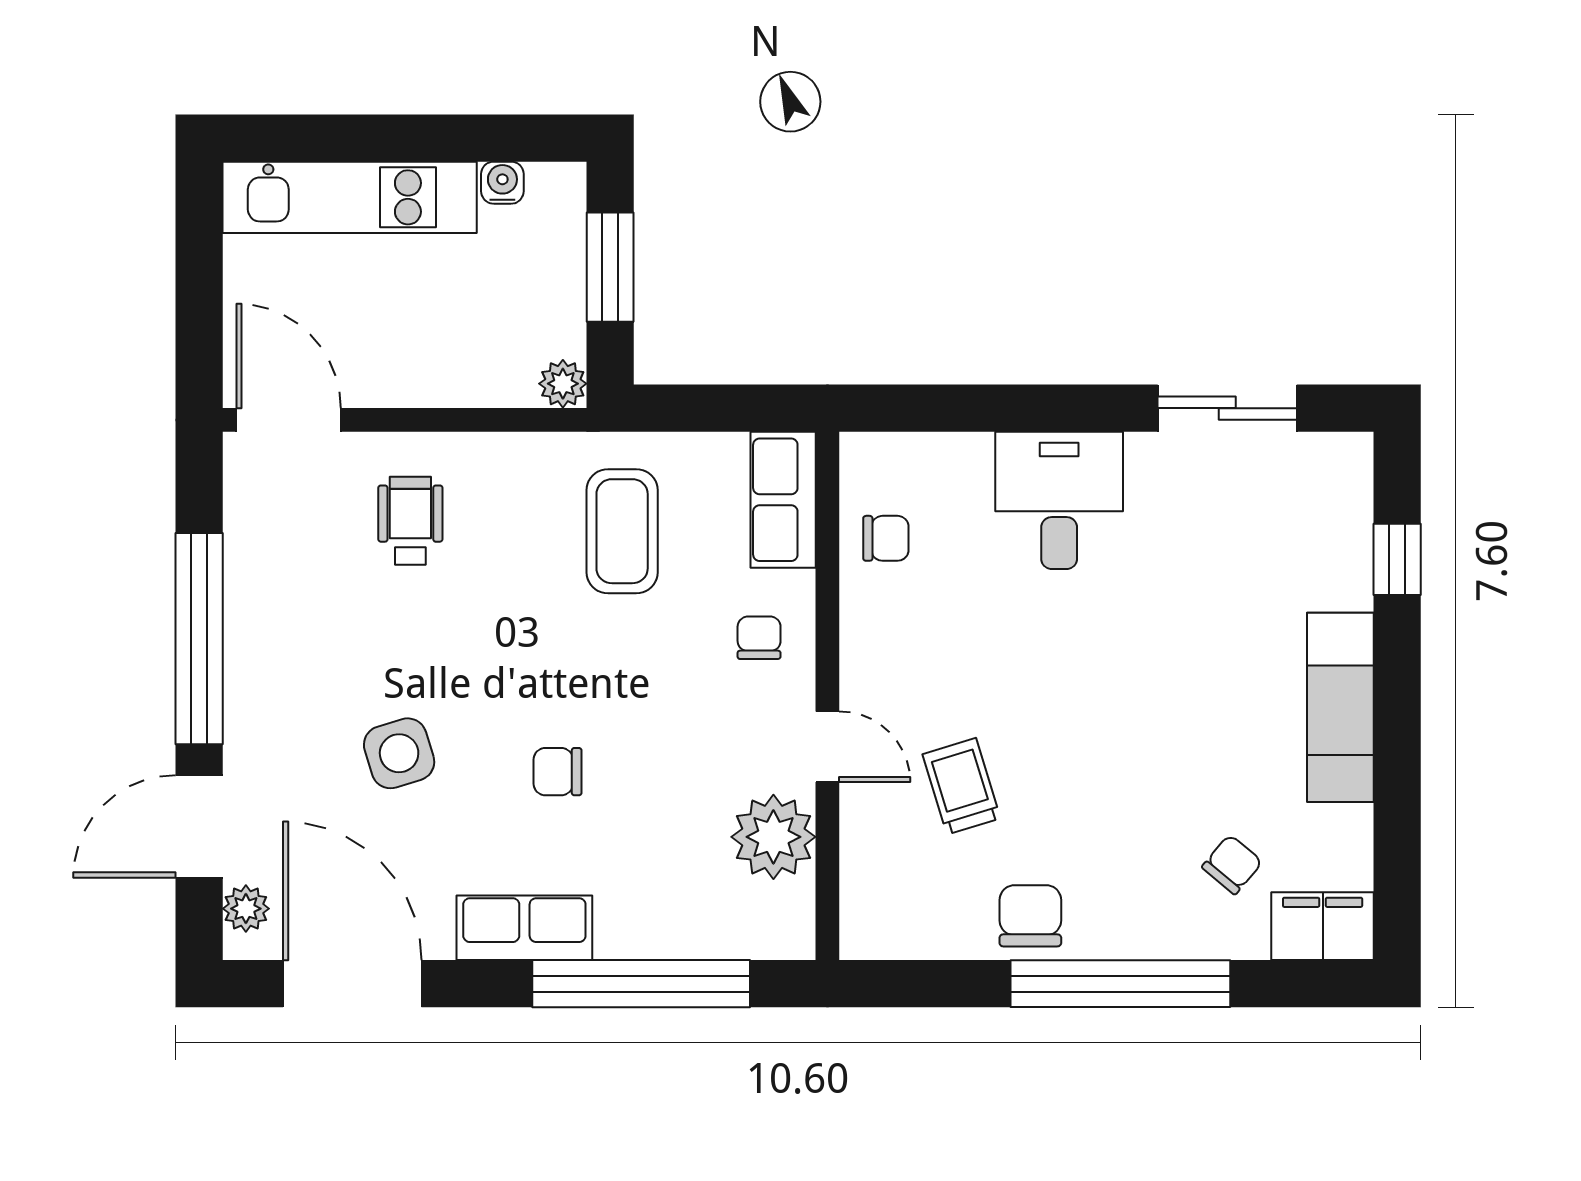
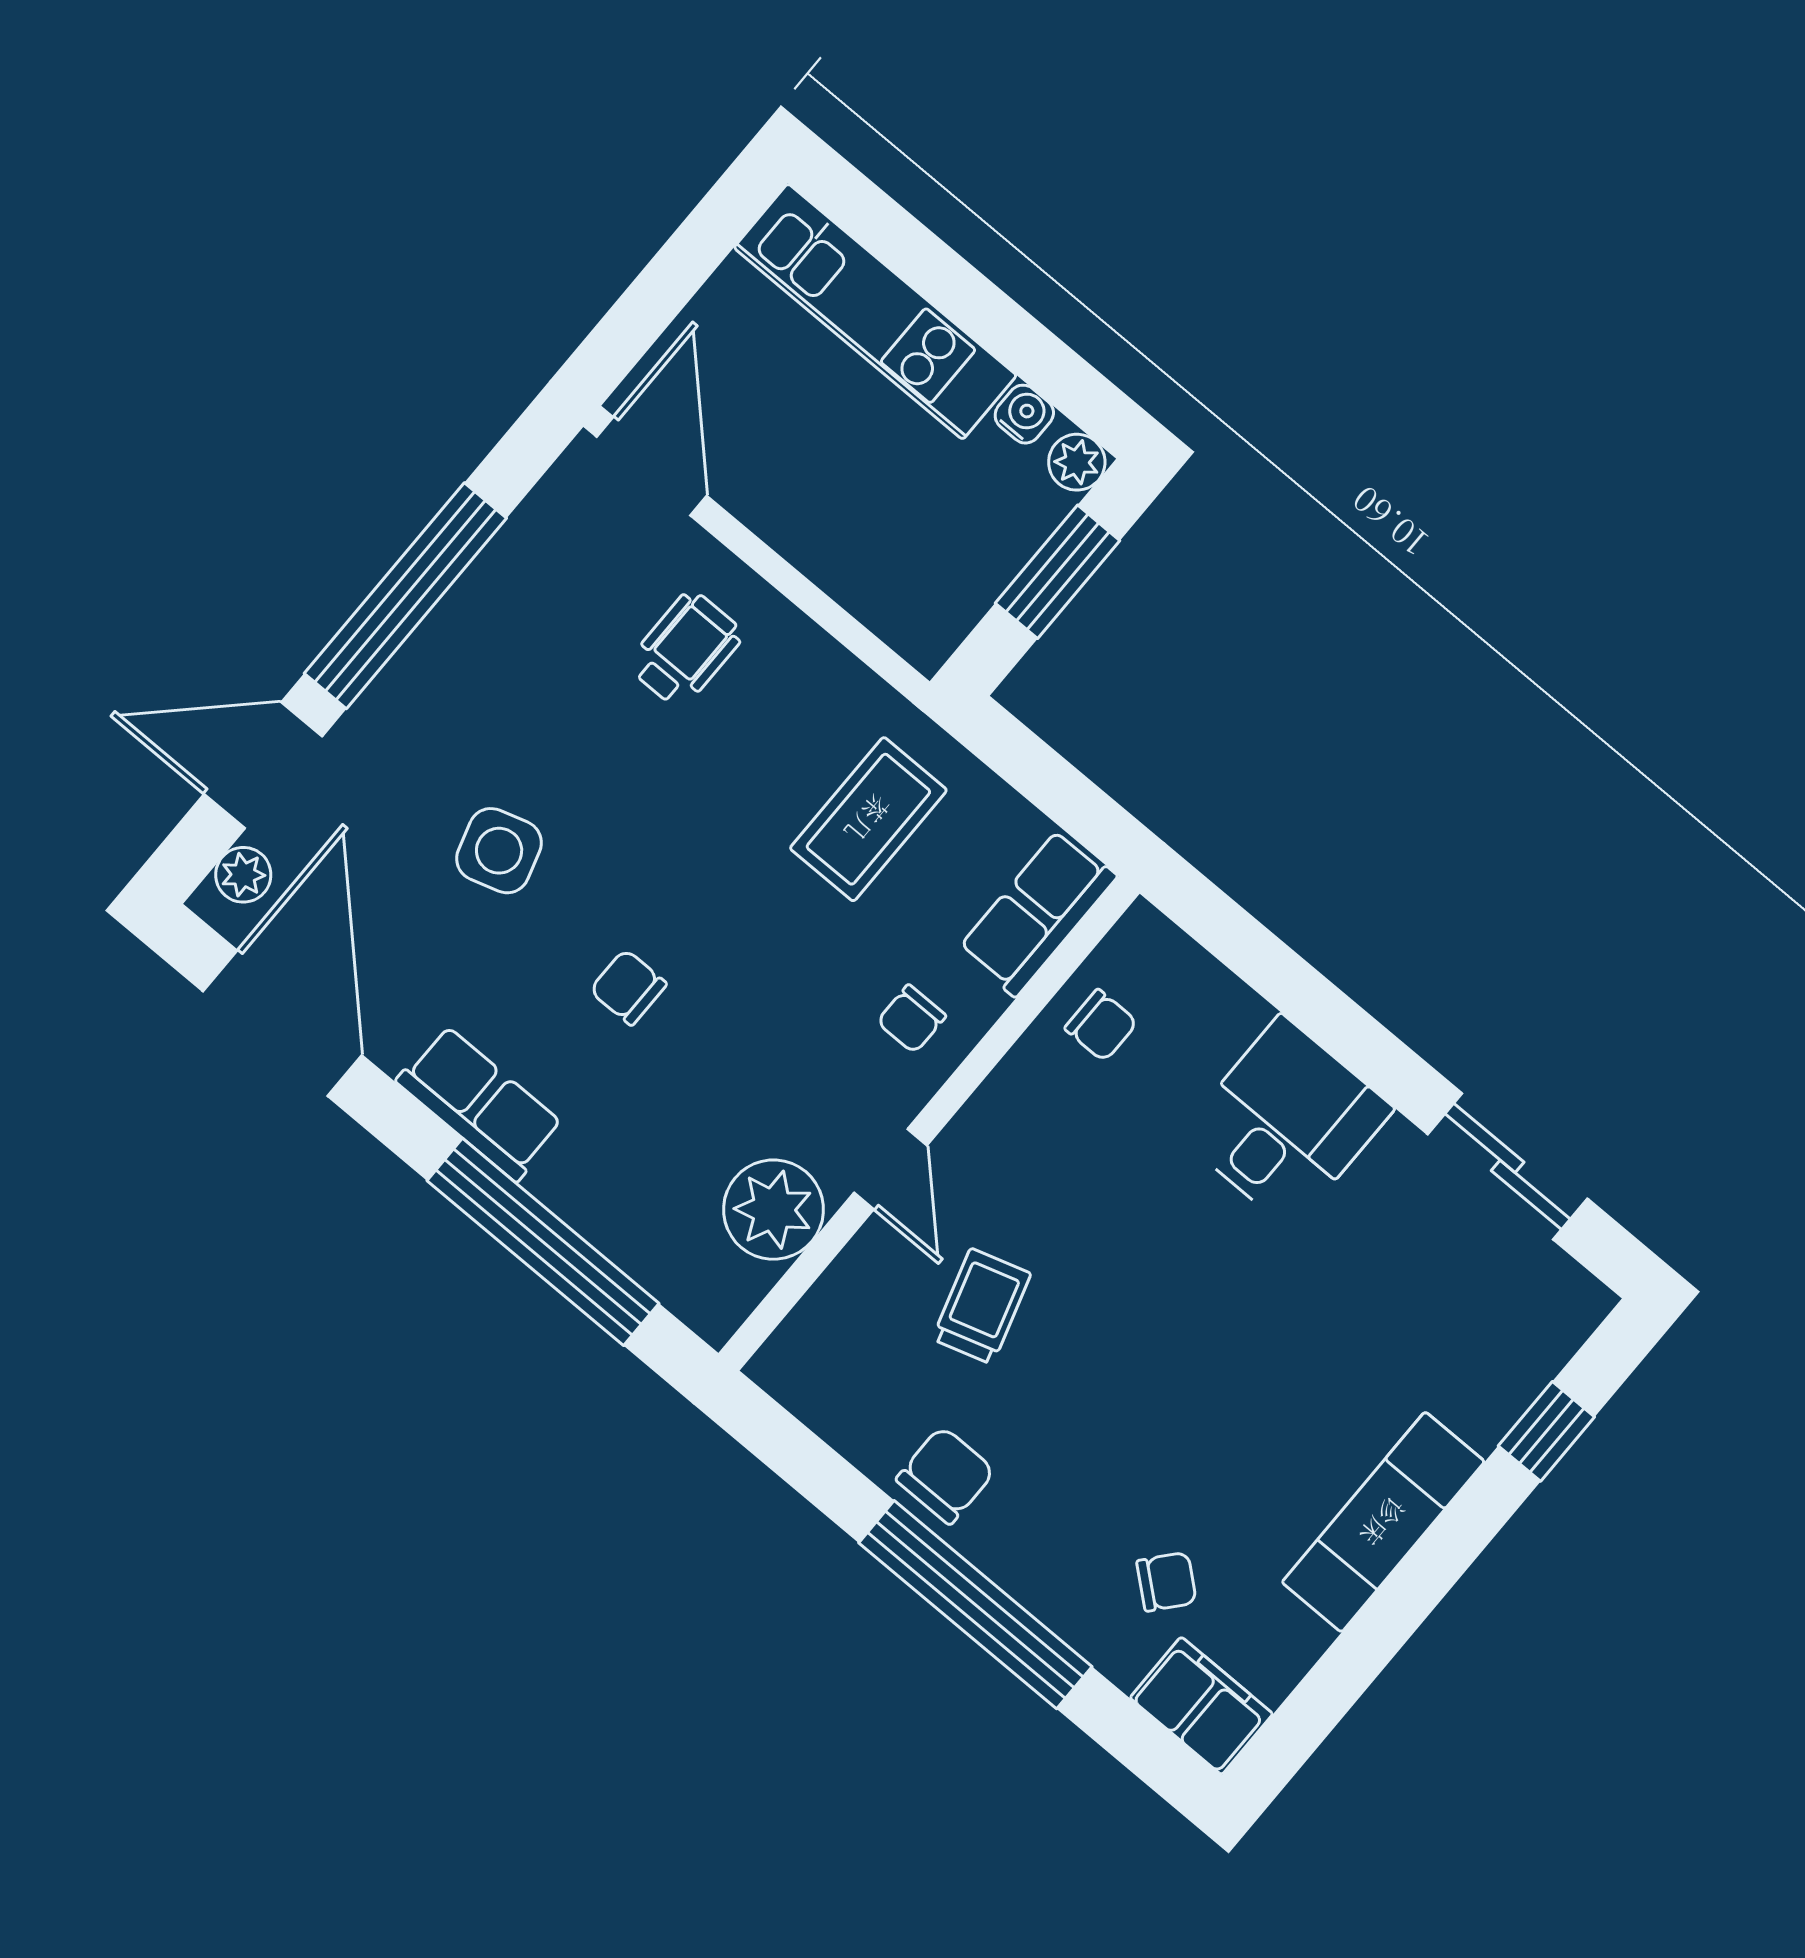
plant: (563, 384) -> (1077, 462), moved
chair: (759, 638) -> (911, 1019), turned 180

